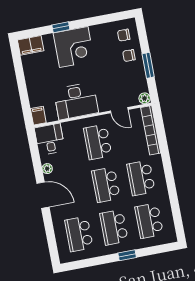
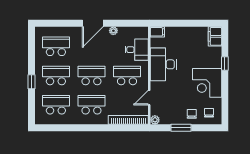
corner desk: (74, 47) -> (207, 83), moved
desk: (50, 139) -> (137, 50), moved

